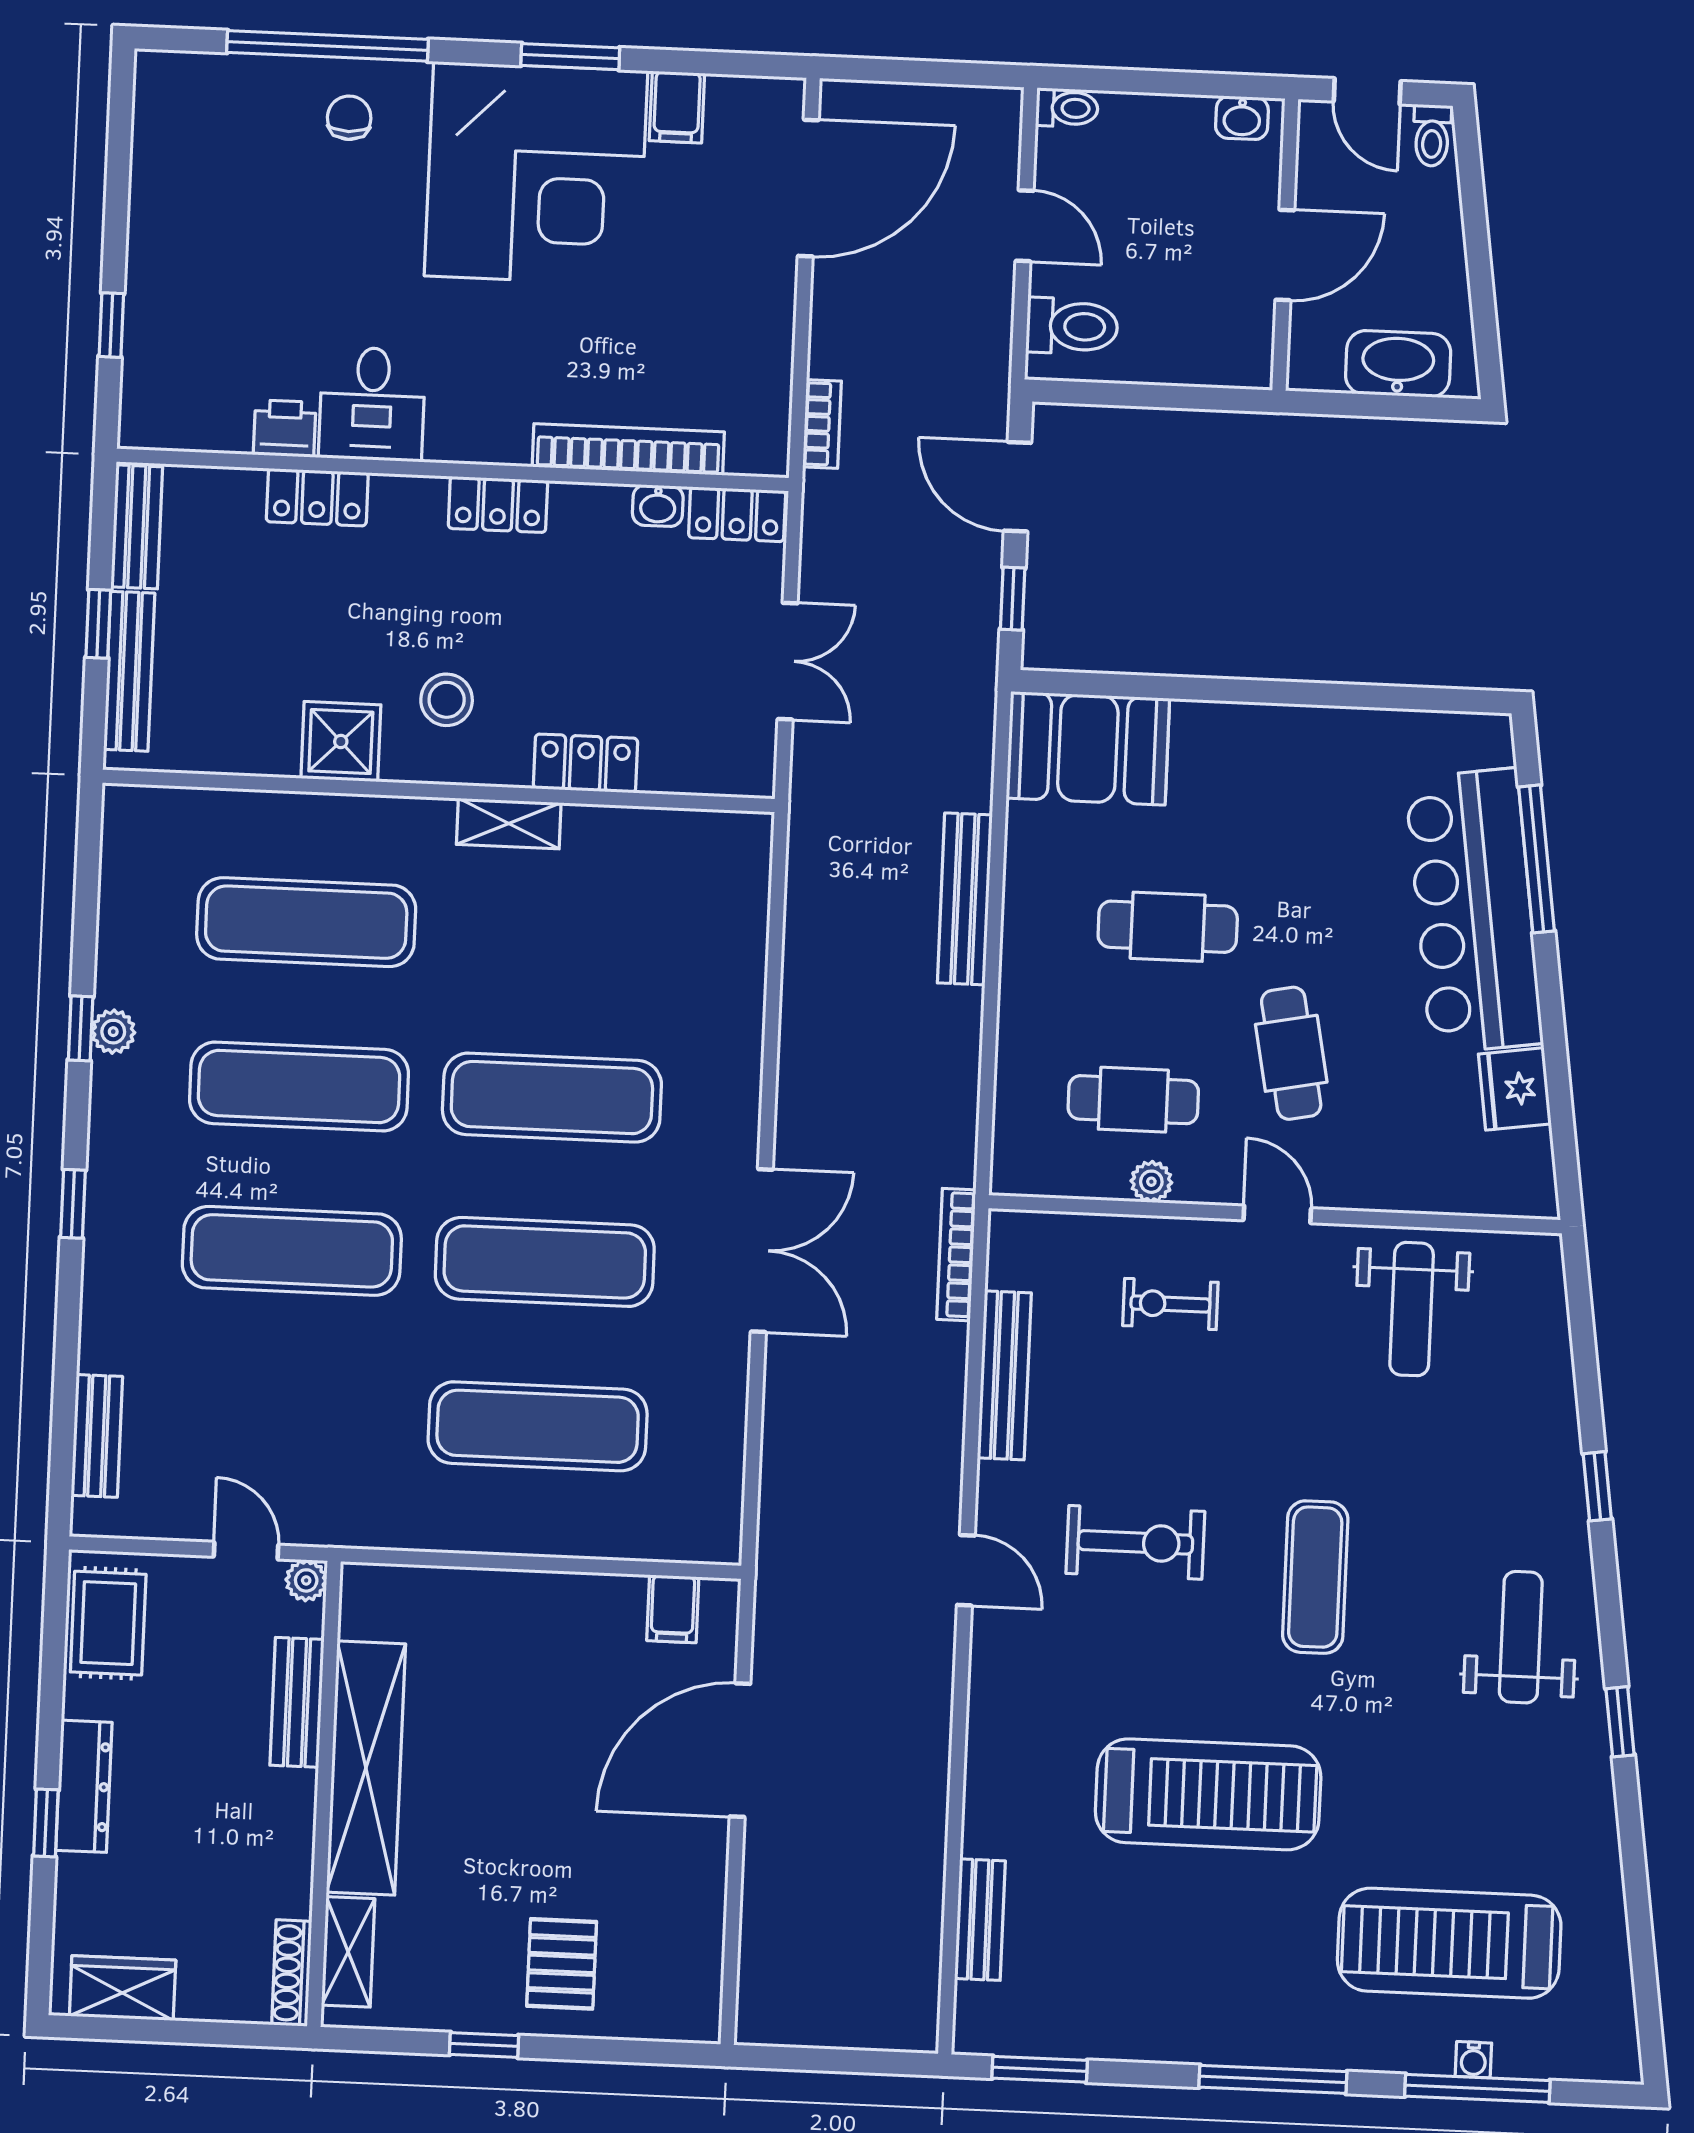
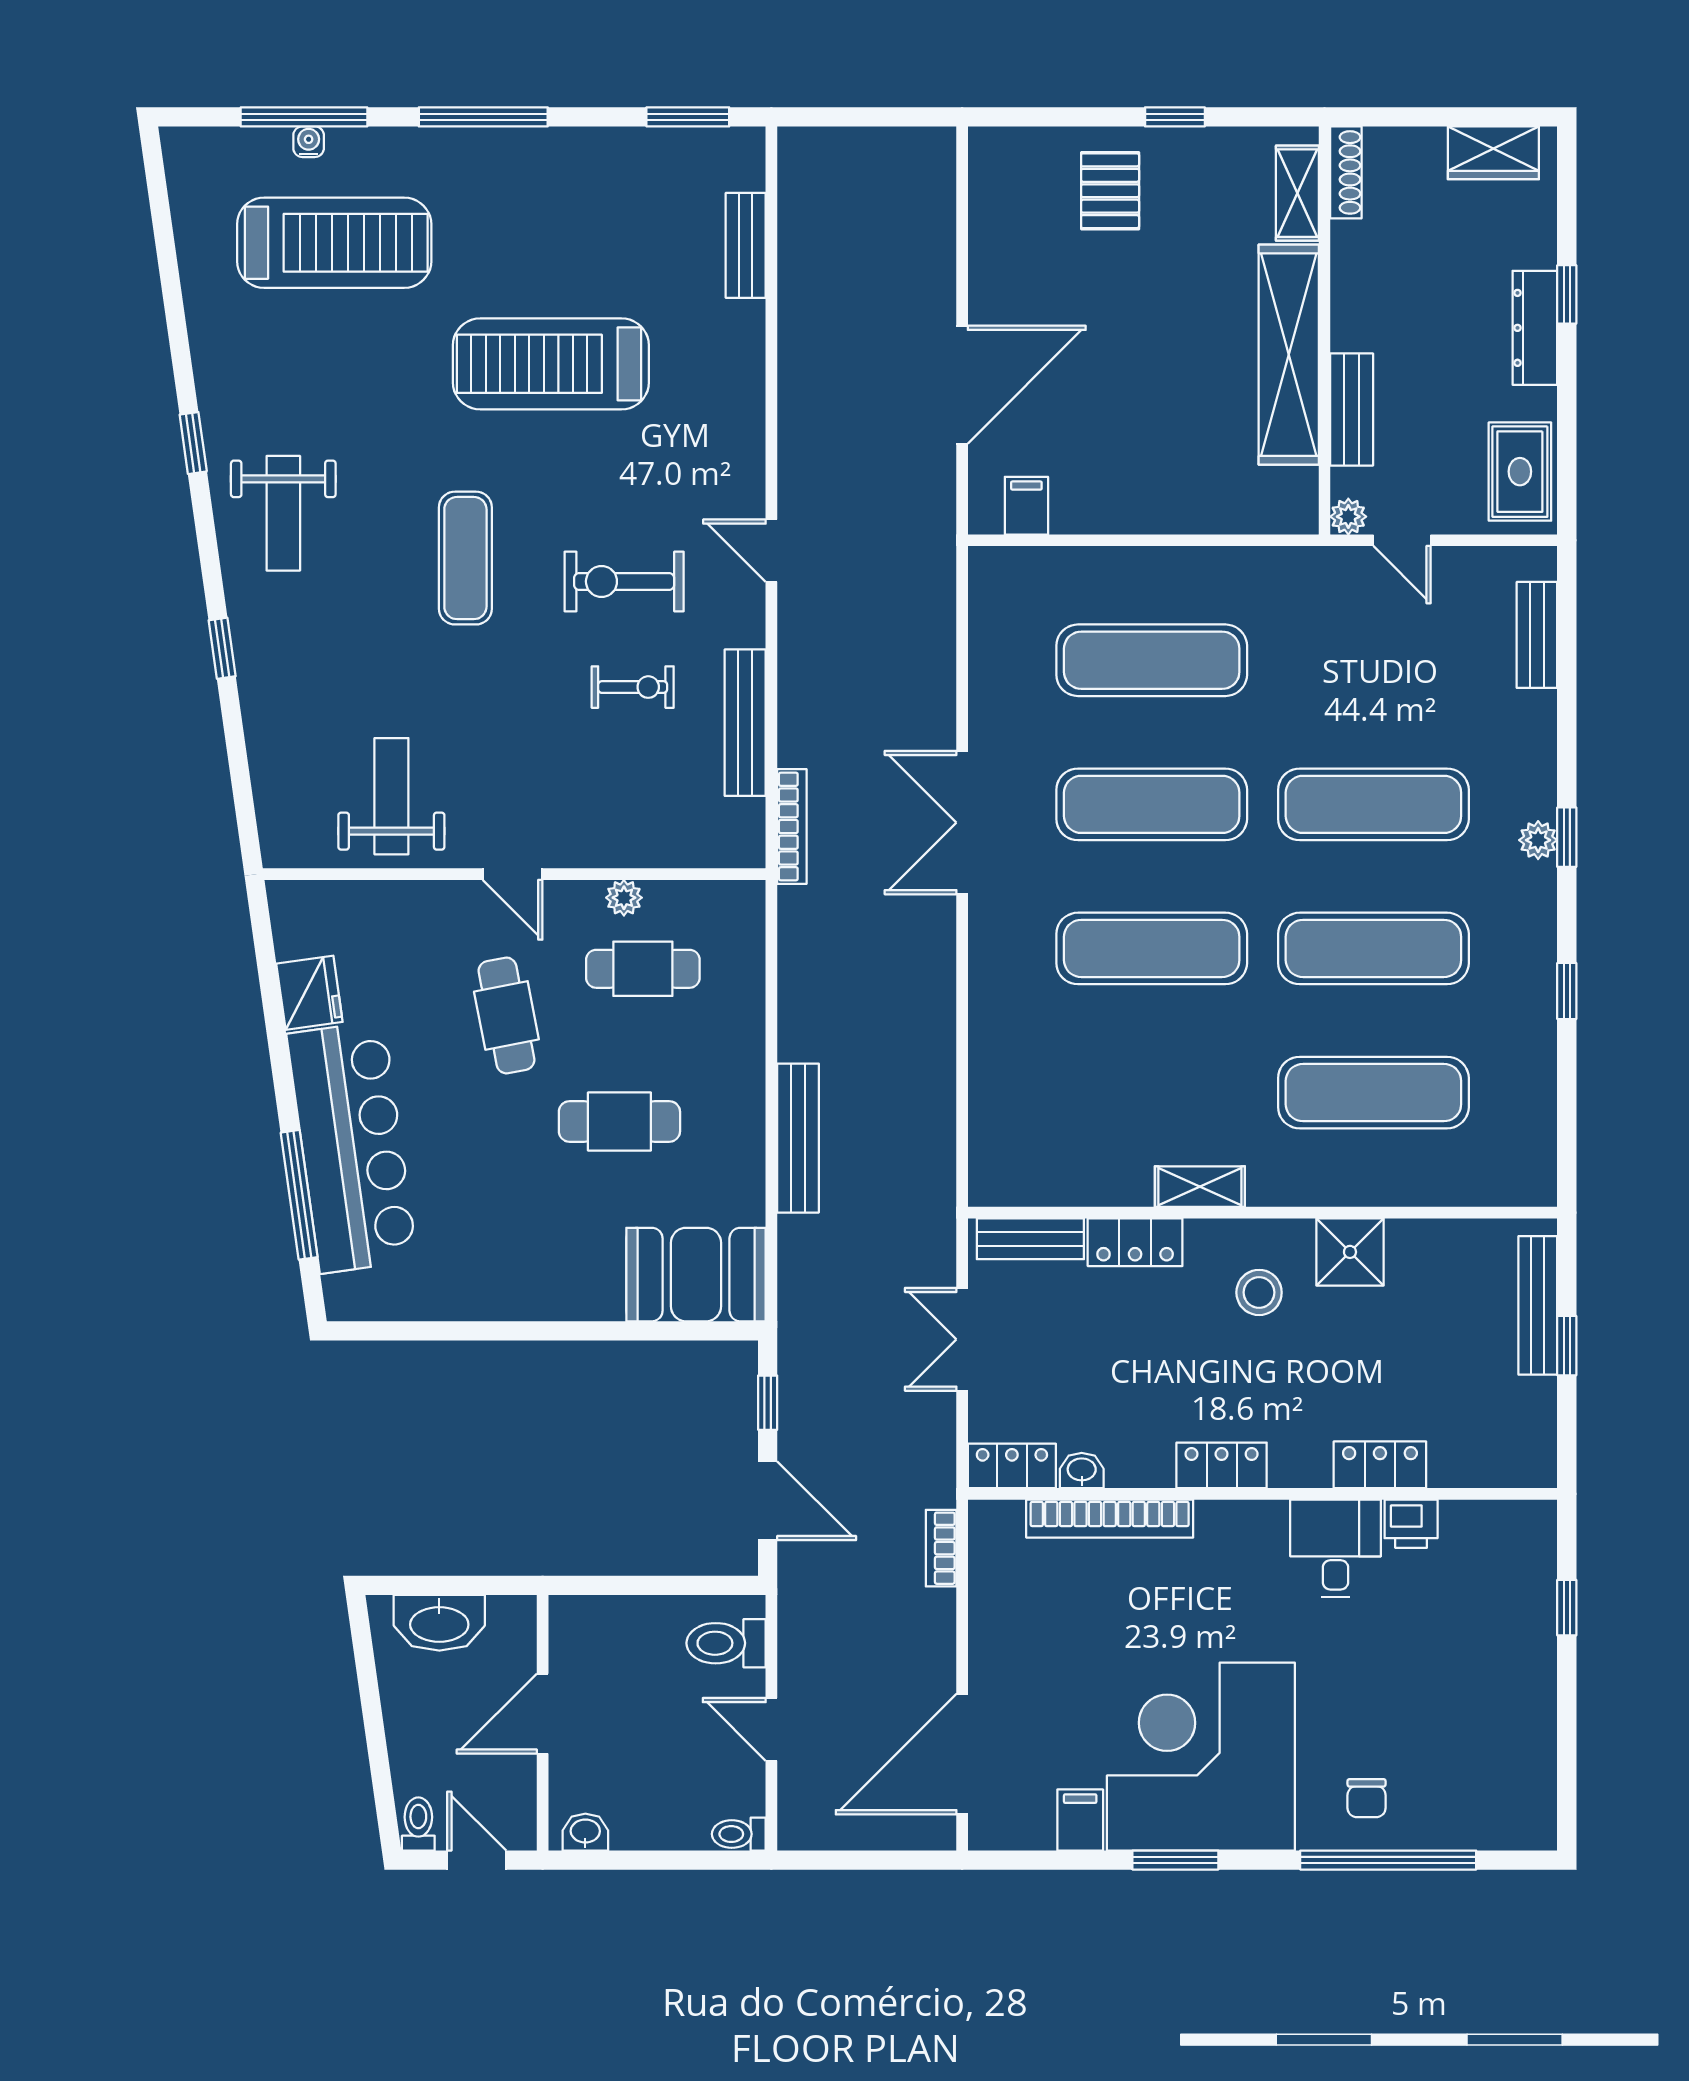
bench: (137, 527) -> (1030, 1239), moved, turned 90
plant: (113, 1032) -> (1538, 840), moved
exercise bike: (1170, 1304) -> (633, 687), moved

